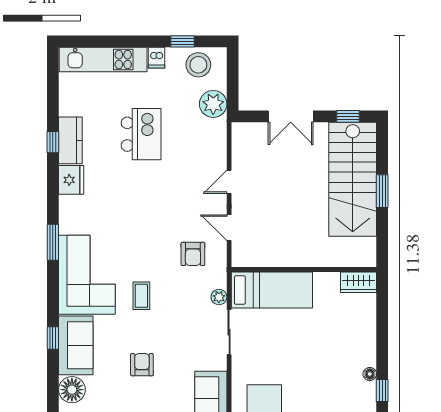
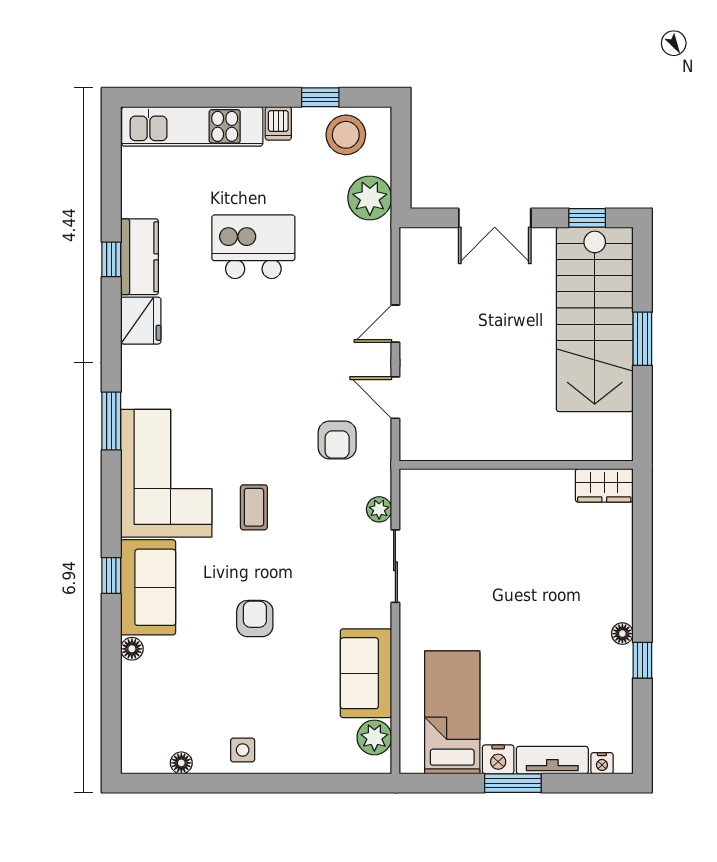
kitchen island: (141, 134) -> (253, 247), turned -90
bed: (272, 290) -> (464, 498), removed
floor lamp: (72, 390) -> (132, 649), width x0.53, depth x0.53

